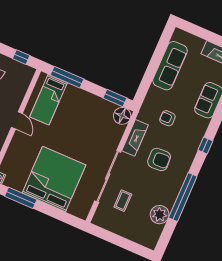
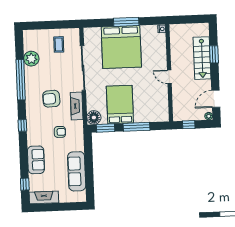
window: (67, 77) -> (136, 127), moved
bed: (48, 100) -> (120, 105), moved, width x1.50
window: (21, 198) -> (126, 22), moved
coffee table: (123, 201) -> (59, 44), moved

